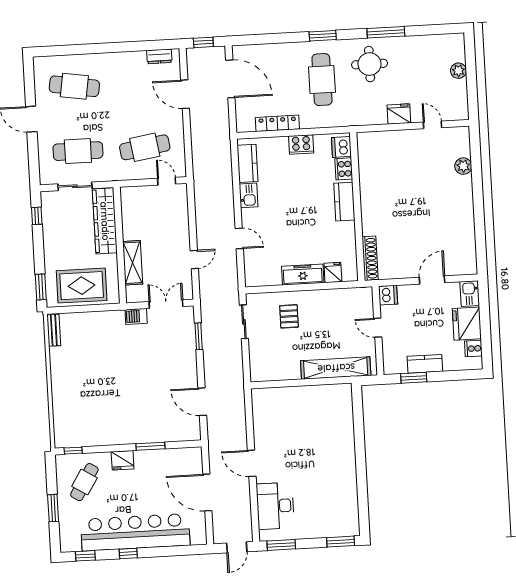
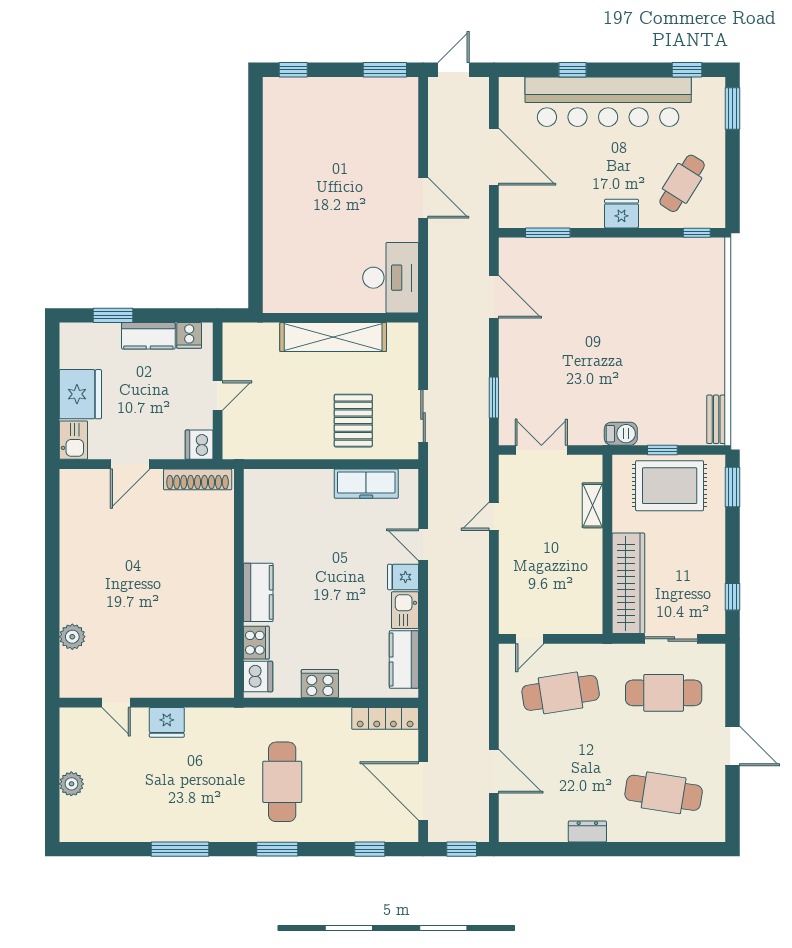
window: (263, 39) -> (370, 849), added
dresser: (159, 56) -> (587, 831), moved
round table: (370, 64) -> (208, 802), removed
locker: (277, 123) -> (385, 718), moved
door: (167, 181) -> (530, 639), hinge flipped
shoe rack: (370, 258) -> (198, 479), moved, turned -90
shelving: (133, 263) -> (592, 505), width x0.67, depth x0.75
fridge: (333, 272) -> (403, 577), moved, turned 90
freezer: (303, 275) -> (366, 484), moved
double door: (166, 304) -> (541, 450), swing flipped
window: (88, 308) -> (662, 450), added
barbecue: (136, 316) -> (621, 434), moved
pallet: (289, 316) -> (353, 421), width x1.50, depth x1.42
door: (378, 328) -> (218, 396), hinge flipped
cooker: (473, 348) -> (189, 335), moved, turned 90
shelving: (336, 368) -> (333, 337), moved
window: (414, 378) -> (113, 315), moved
window: (150, 446) -> (548, 233), moved
desk: (275, 506) -> (391, 278), moved
window: (53, 508) -> (732, 108), moved
window: (341, 542) -> (293, 70), width x0.67
window: (128, 553) -> (572, 70), moved

